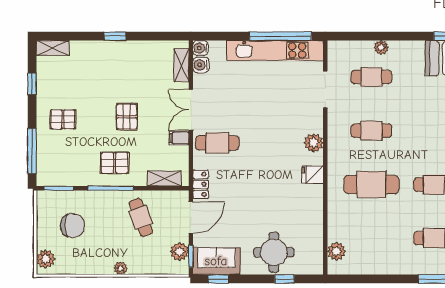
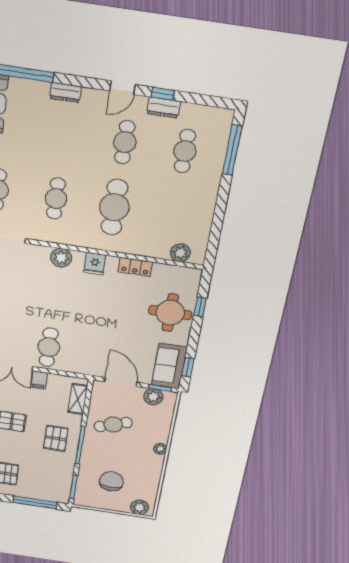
locker: (201, 184) -> (135, 267), moved, turned 180

